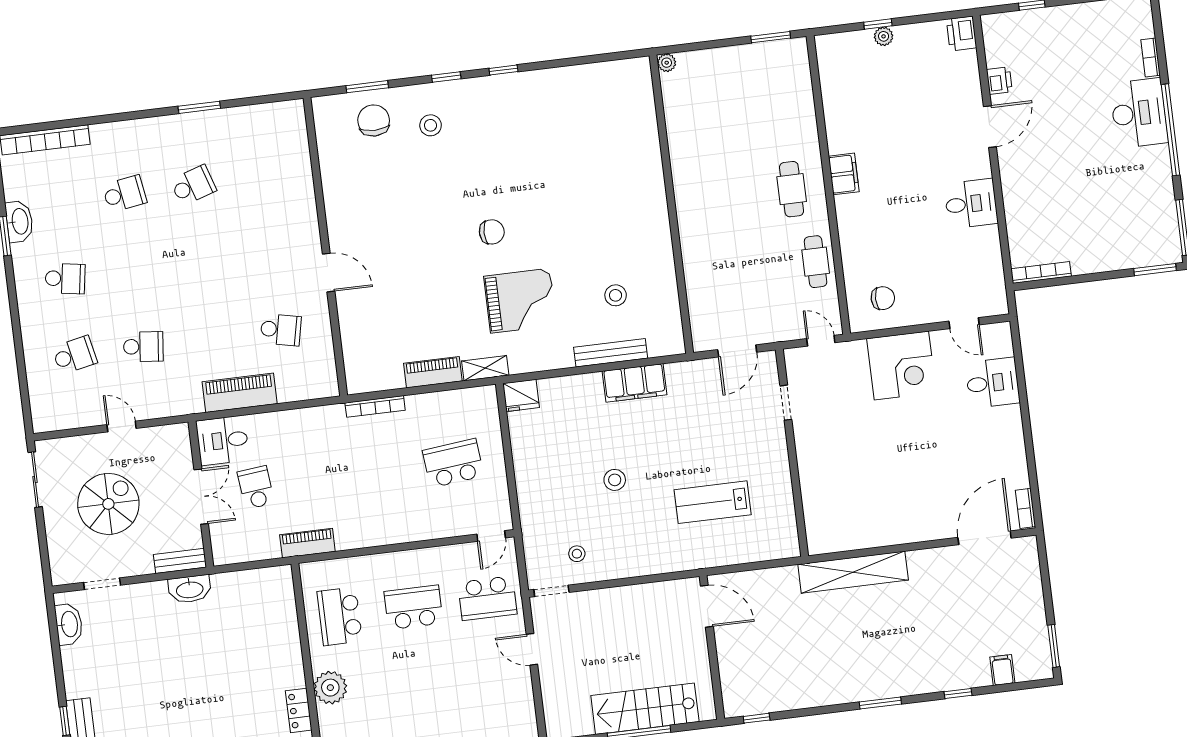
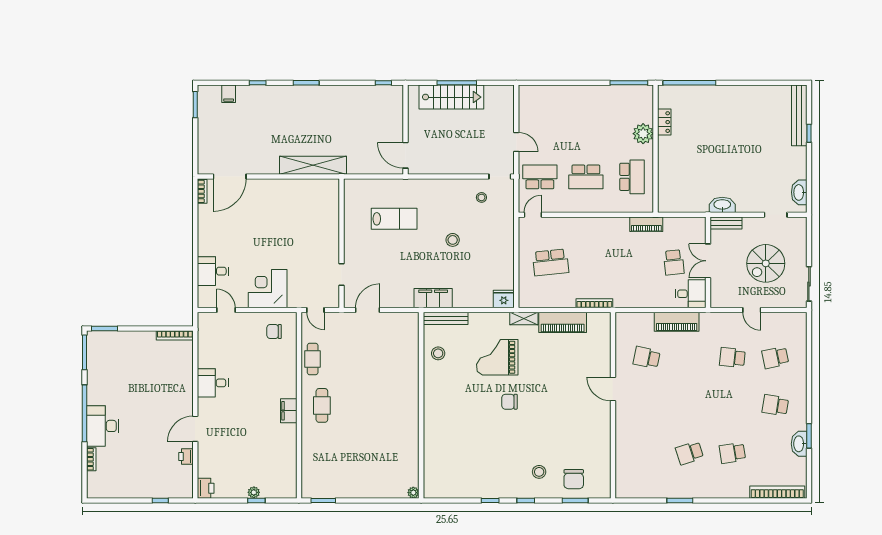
plant: (667, 63) -> (413, 493), moved
wall: (671, 204) -> (421, 405), moved
piano: (433, 372) -> (563, 322), width x1.37, depth x1.33

